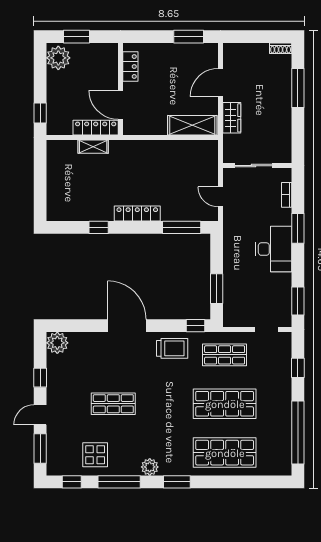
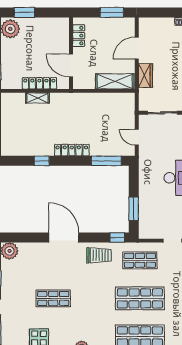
locker: (130, 67) -> (79, 36), moved
wall: (121, 89) -> (71, 53), moved
door: (121, 105) -> (71, 65), moved

